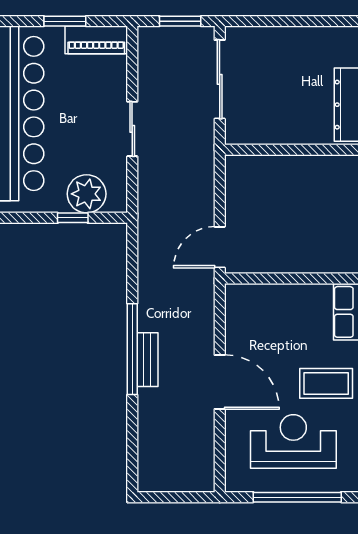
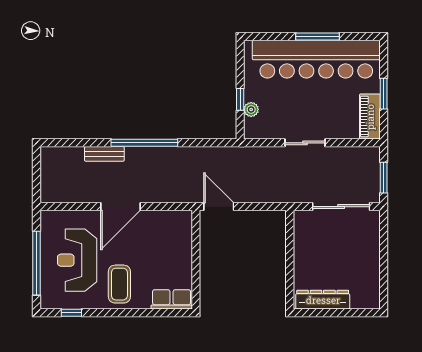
plant: (87, 194) -> (251, 109), width x0.53, depth x0.53
bench: (147, 360) -> (104, 154), moved
reception desk: (293, 441) -> (77, 260), turned 180

